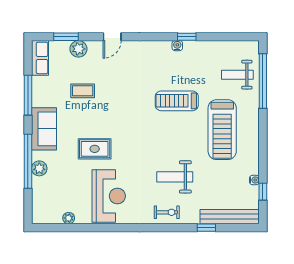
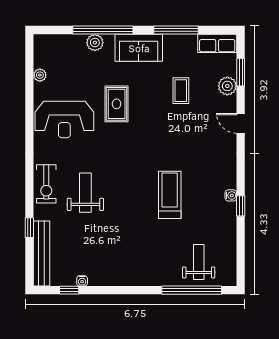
treadmill: (222, 130) -> (138, 245), removed
exercise bike: (167, 212) -> (46, 184), width x1.38, depth x1.39

